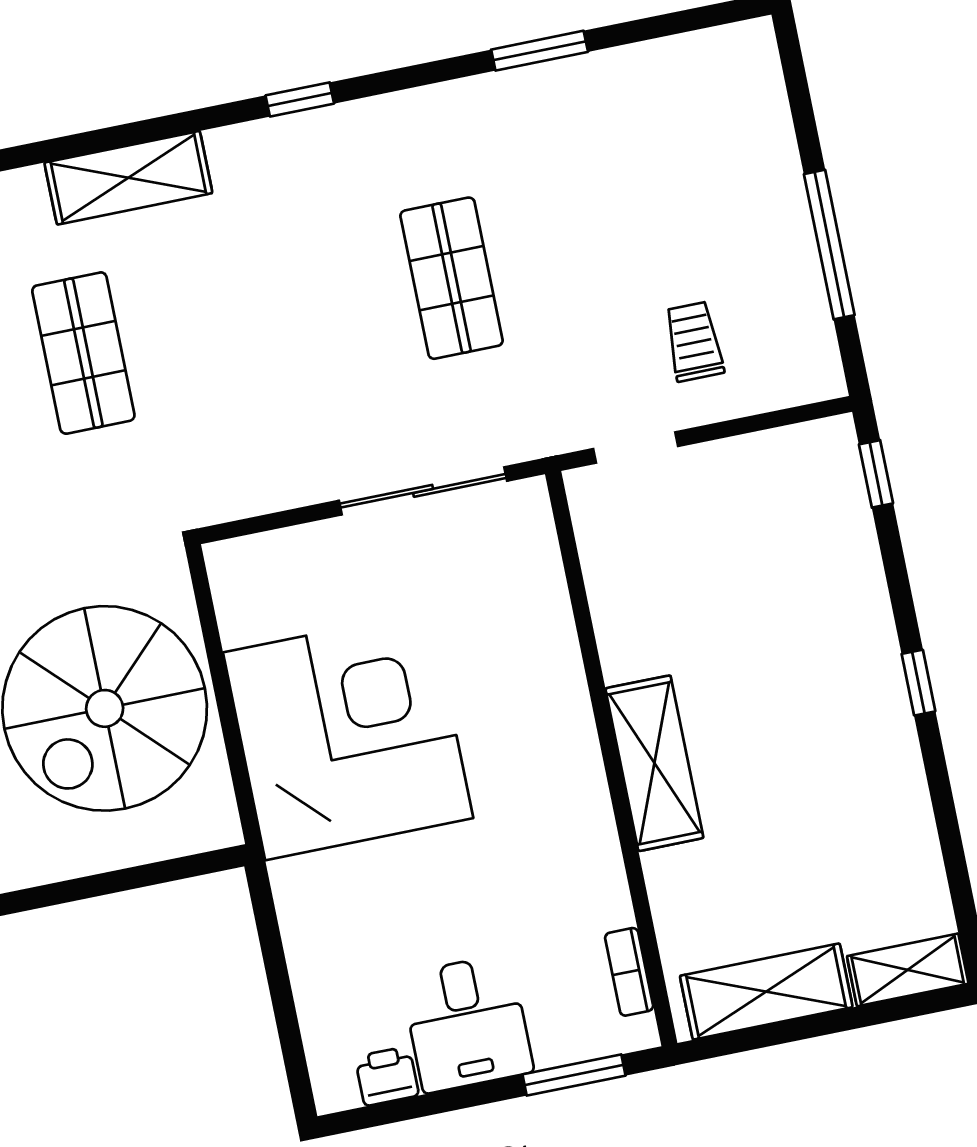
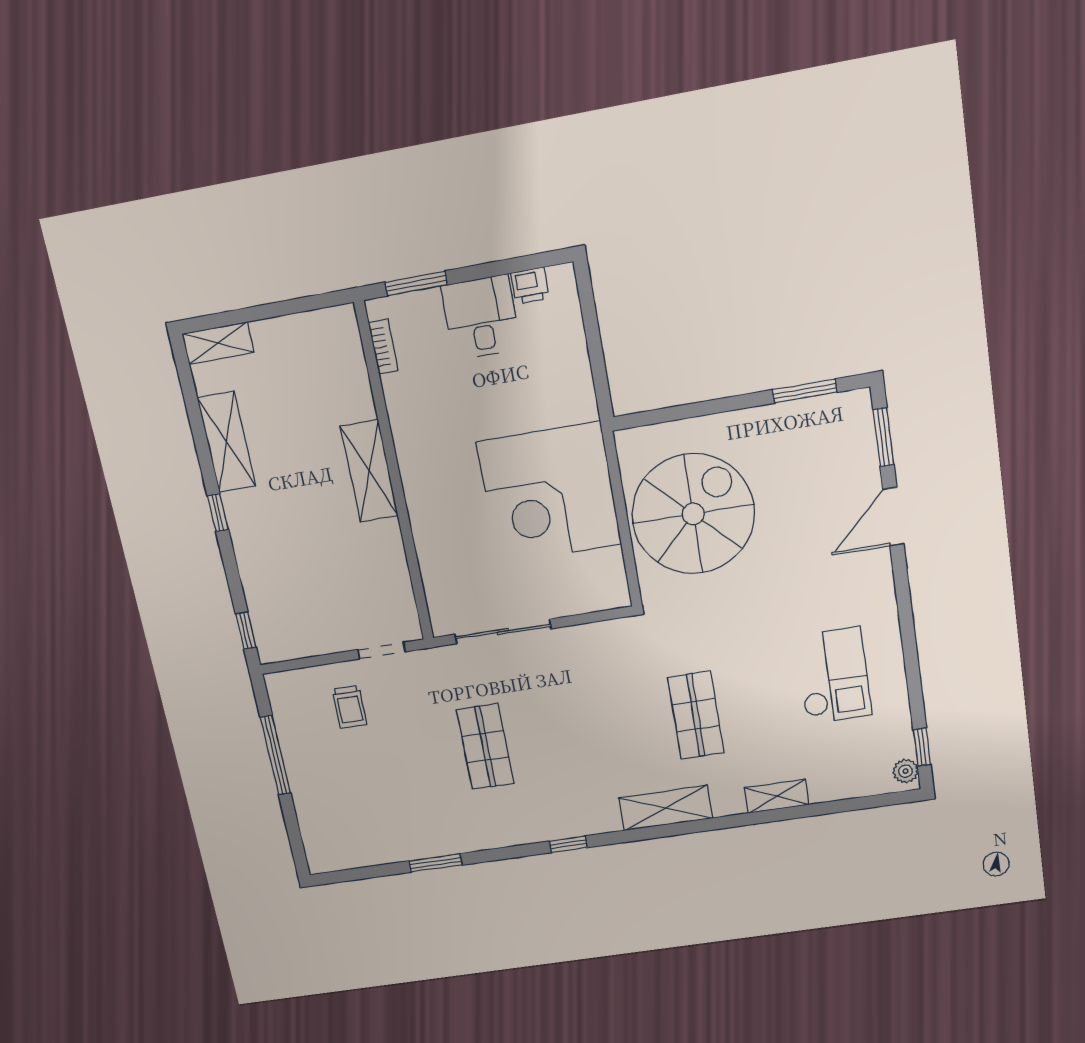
shelving: (766, 992) -> (227, 442), moved, turned 90

